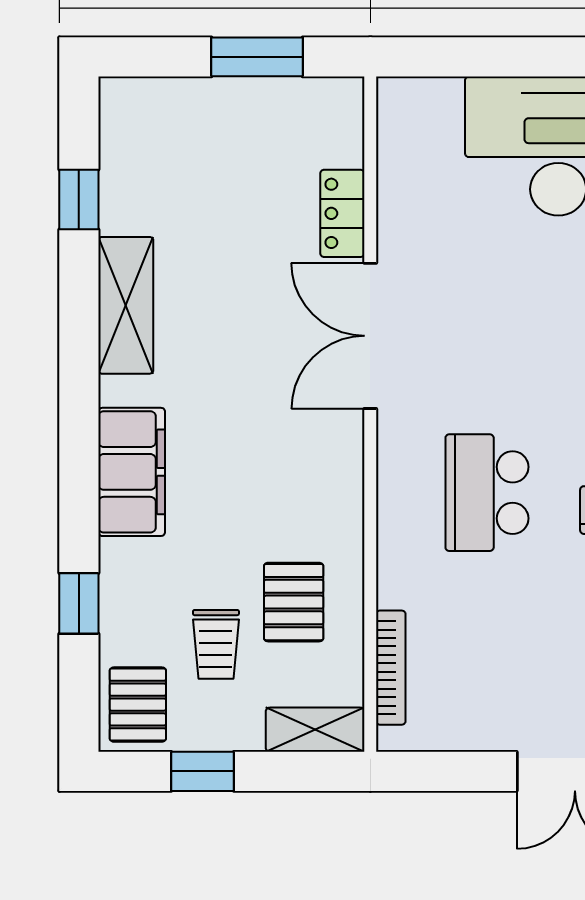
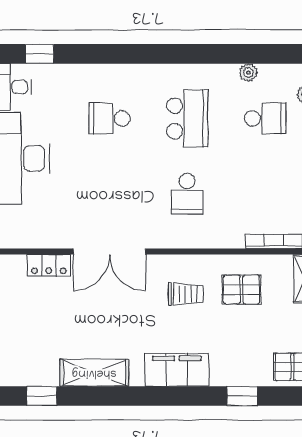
school desk: (487, 493) -> (187, 194), width x0.54
trolley: (216, 644) -> (186, 294), moved

